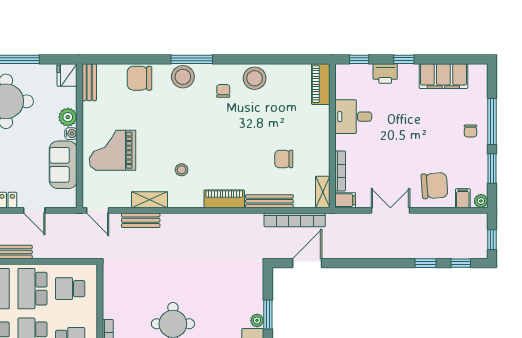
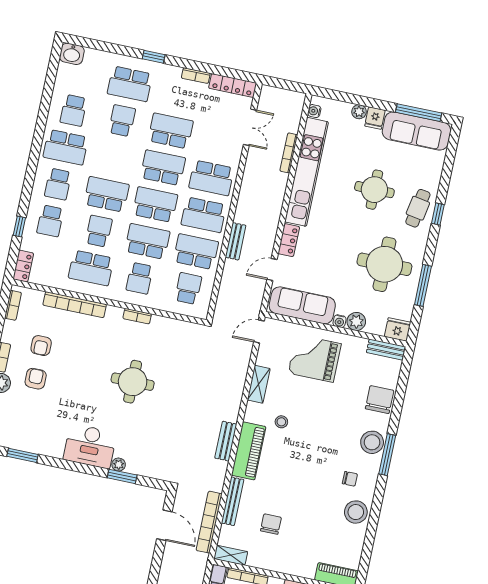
grand piano: (113, 150) -> (315, 358), turned -90
sofa: (63, 165) -> (302, 305), width x1.36
piano: (224, 199) -> (249, 451), width x1.37, depth x1.33
bench: (141, 220) -> (226, 441), moved

